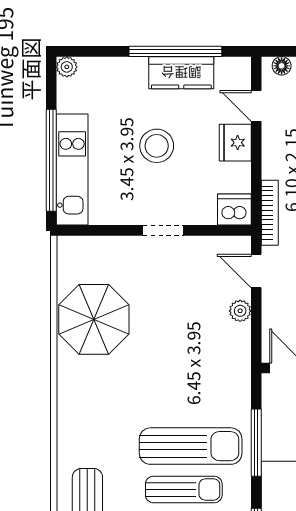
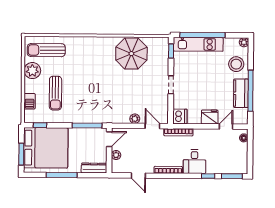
stool: (157, 146) -> (236, 64), moved
window: (88, 230) -> (171, 51), added
door: (256, 271) -> (152, 126), hinge flipped
window: (256, 443) -> (87, 126), moved
sun lounger: (191, 446) -> (75, 96), removed

